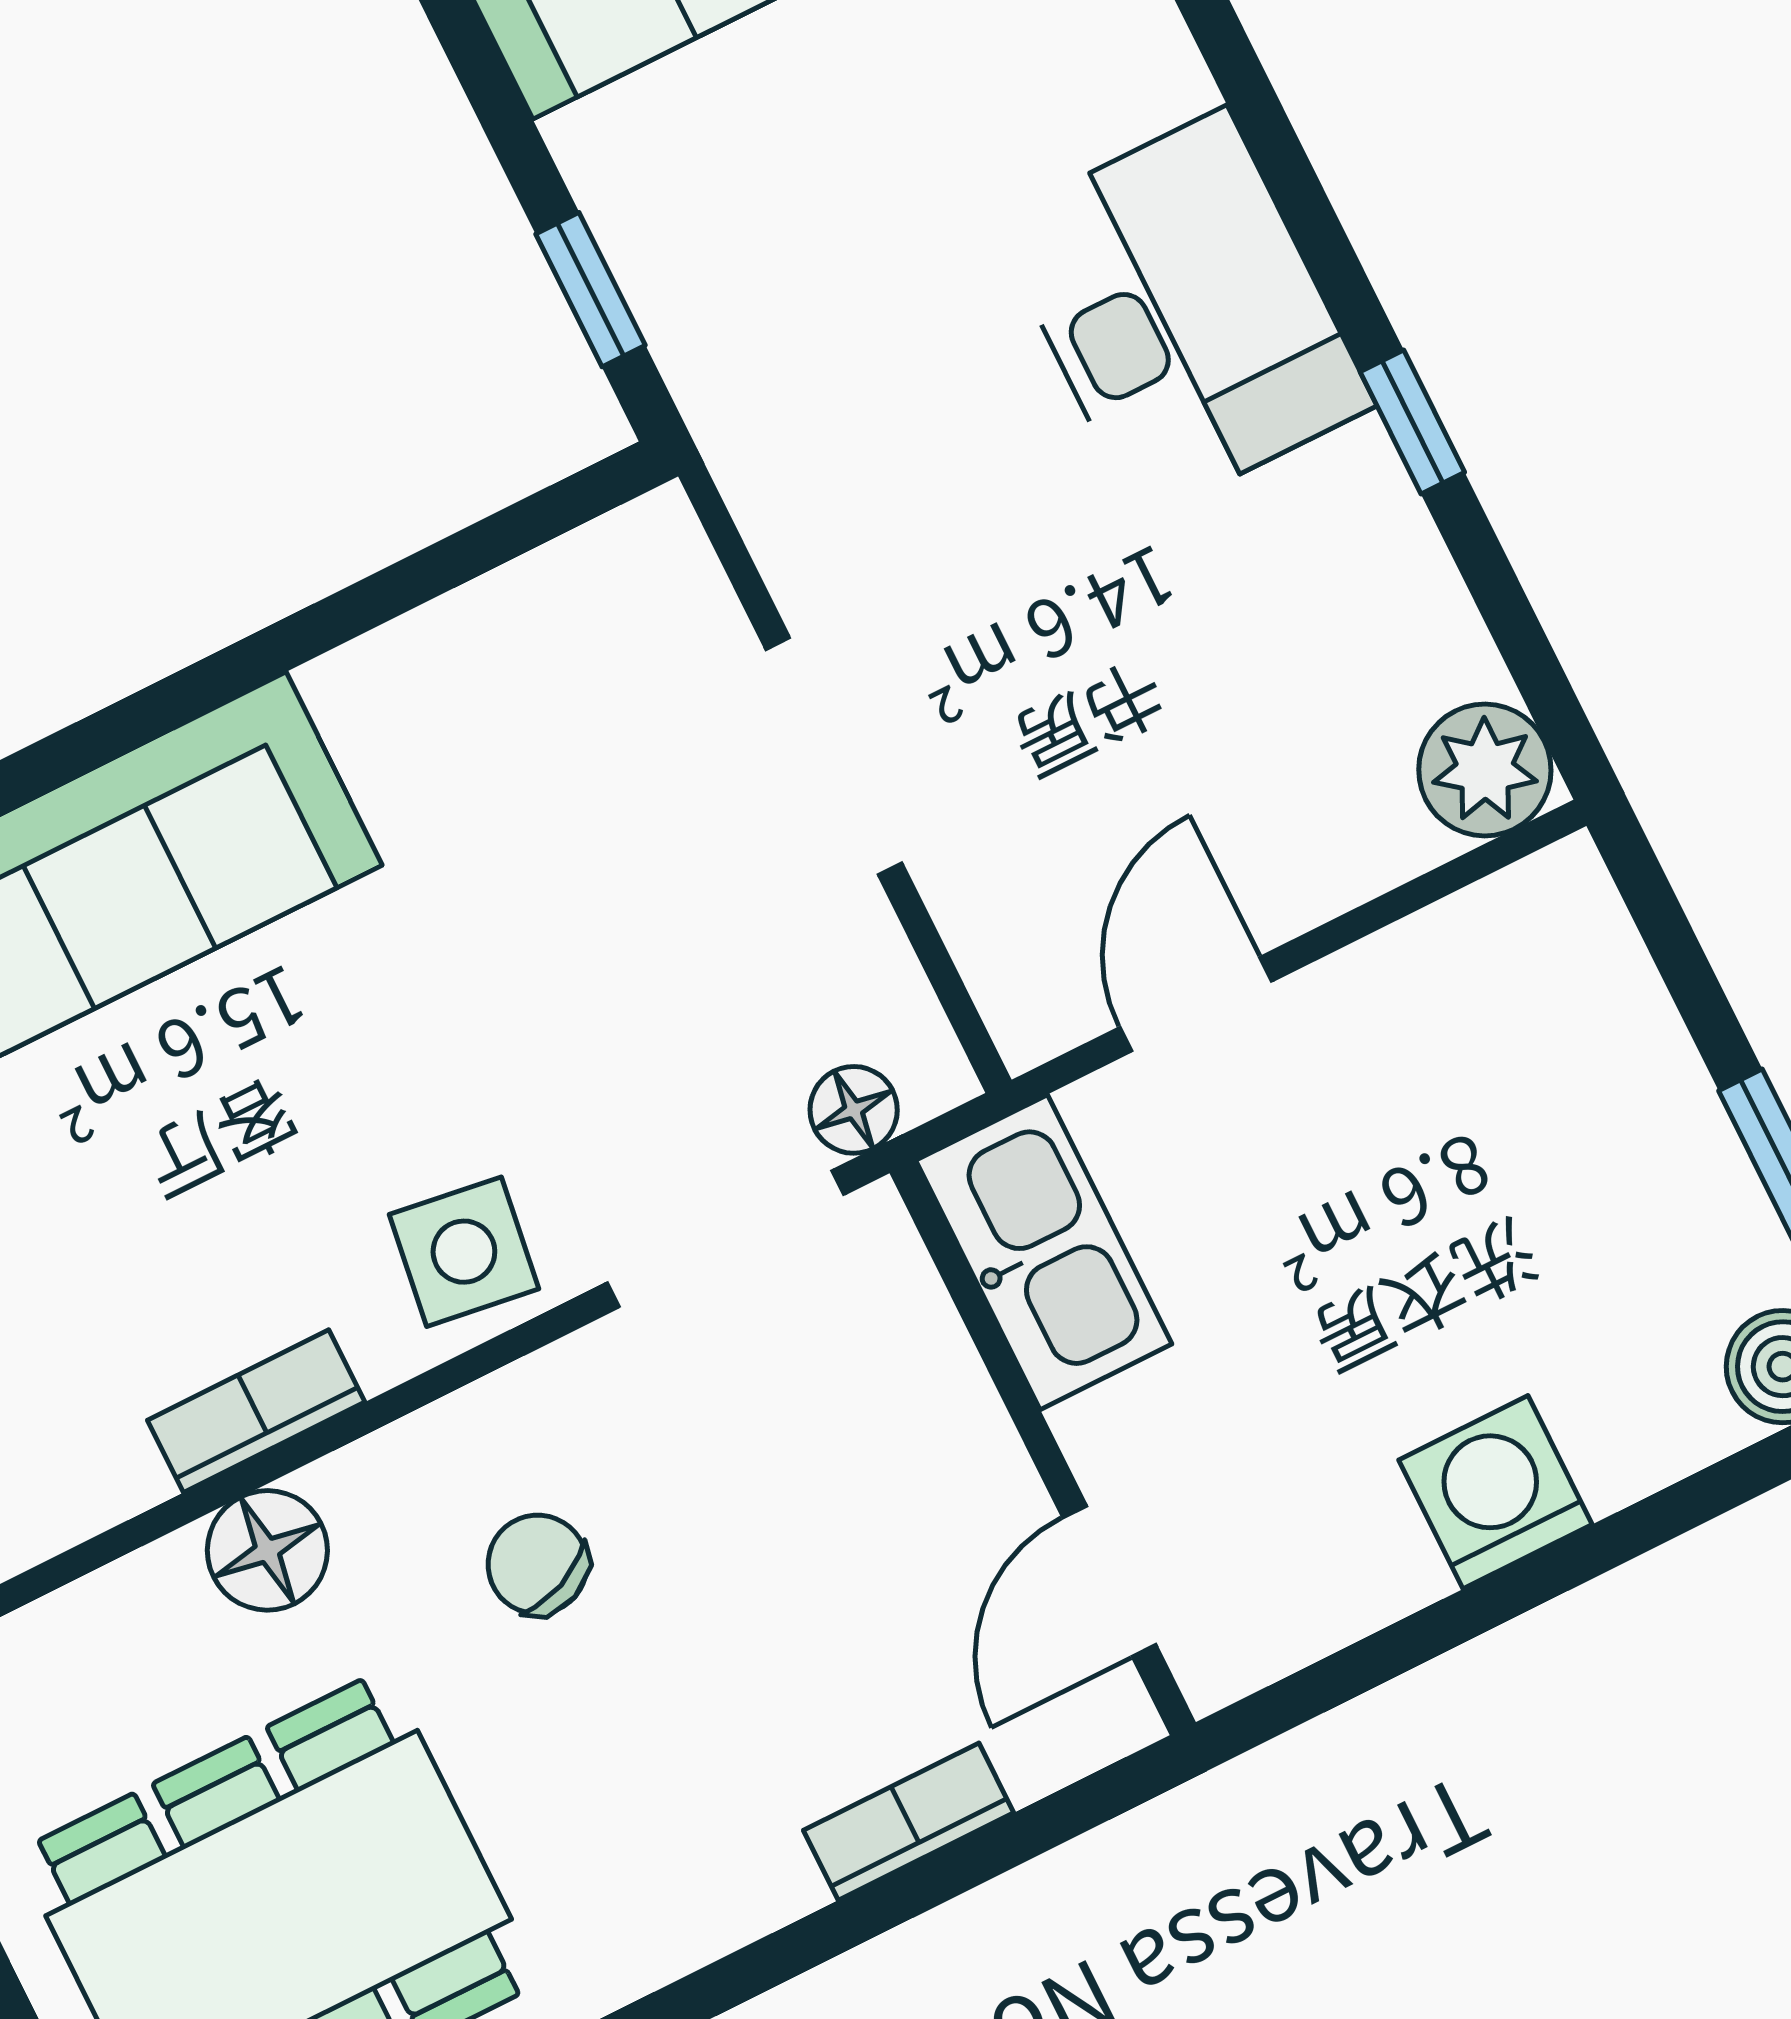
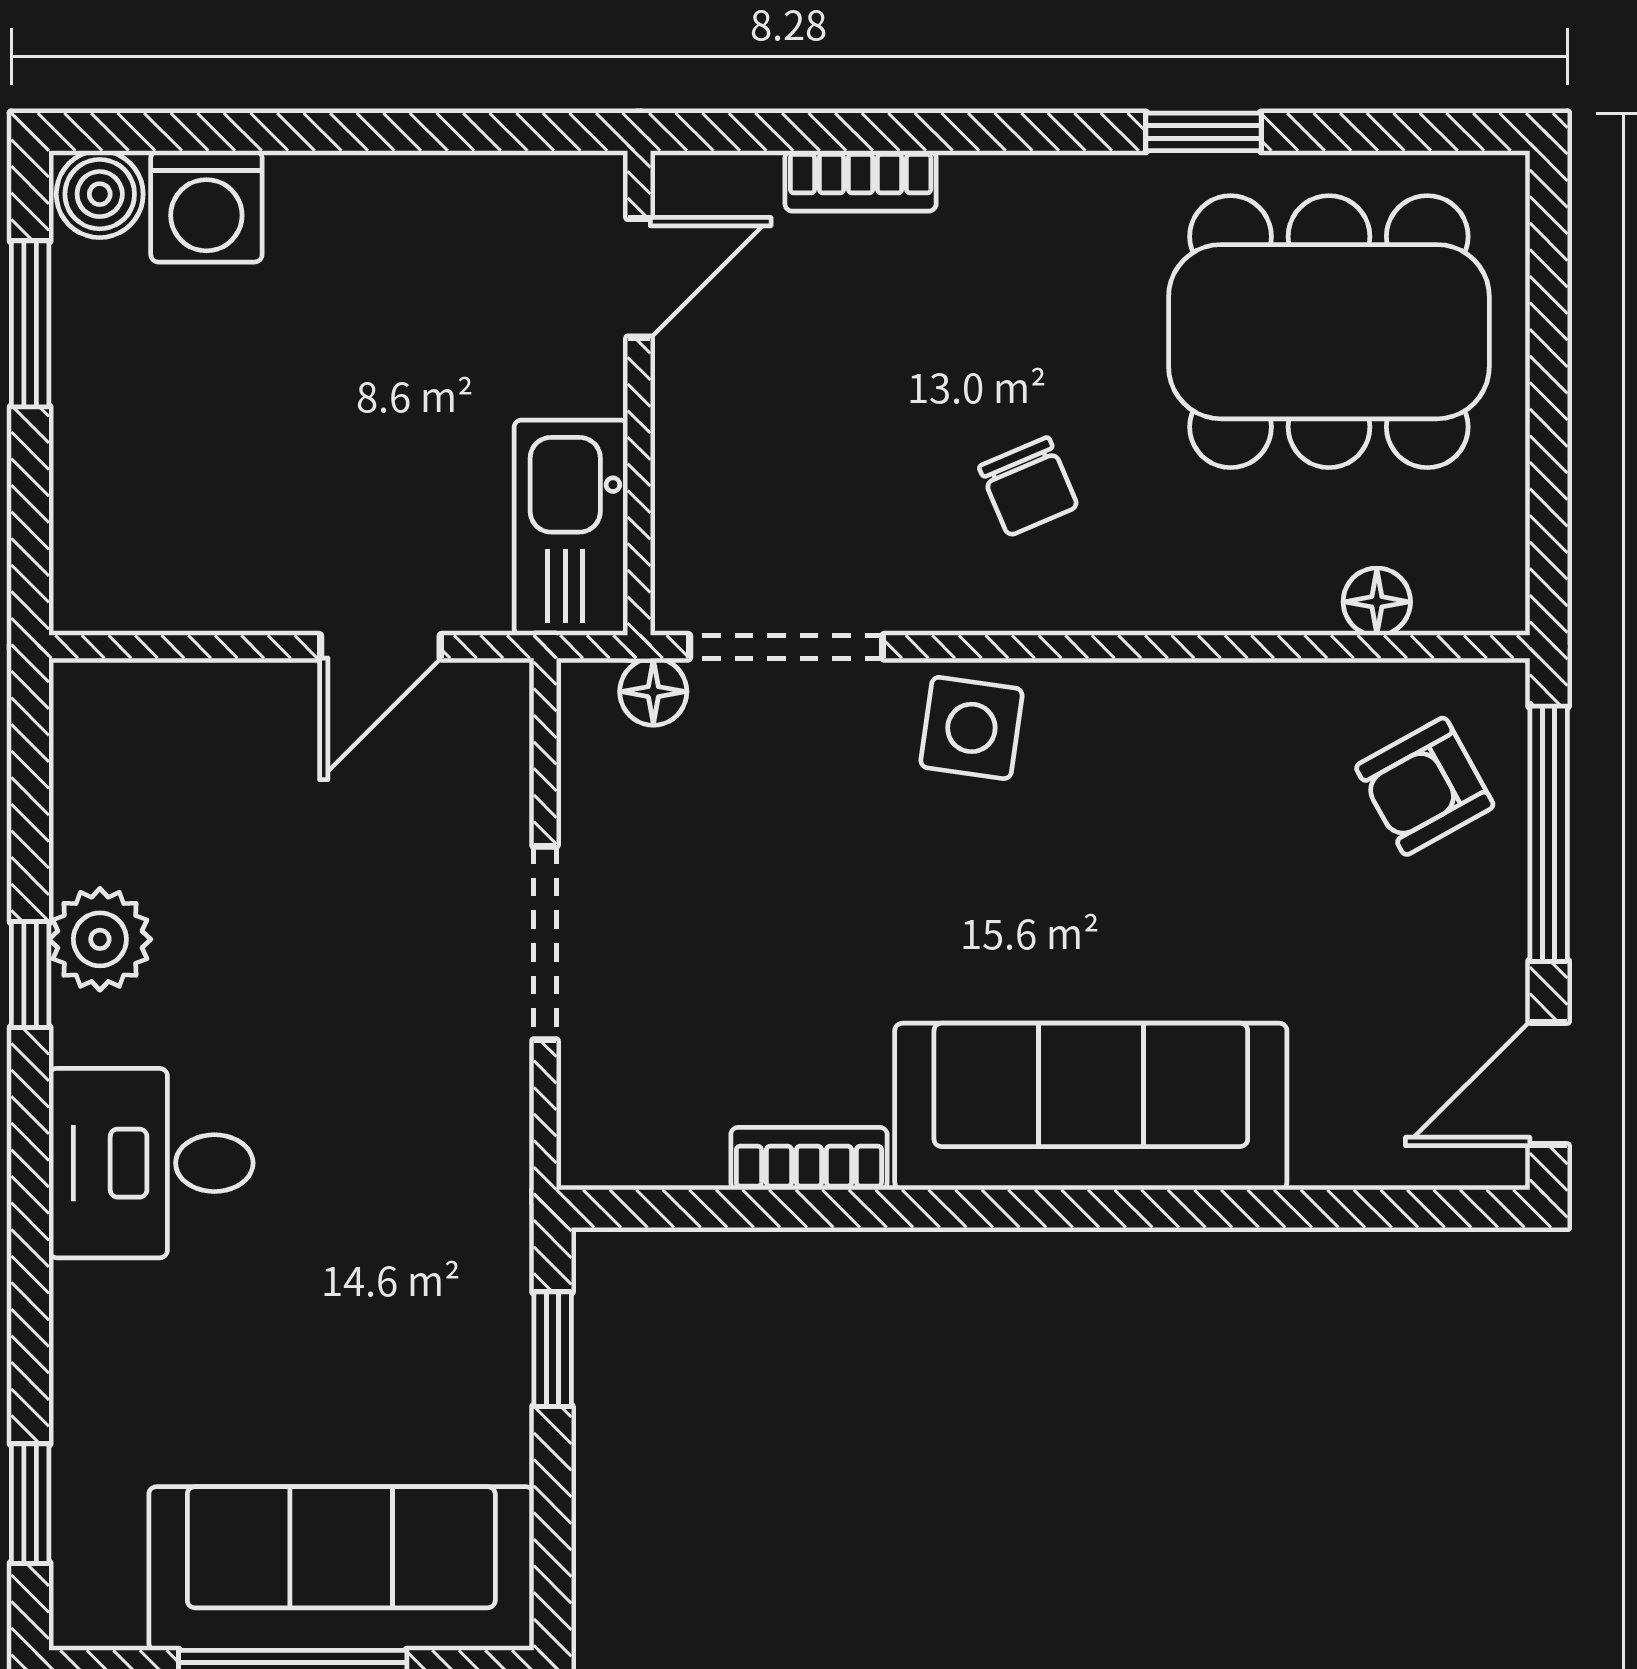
desk: (1184, 314) -> (151, 1163), width x0.73
plant: (1485, 770) -> (100, 939), moved
bookcase: (256, 1411) -> (809, 1159), moved, turned 180
washing machine: (1495, 1492) -> (206, 206), moved
floor lamp: (267, 1550) -> (1377, 602), moved, width x0.73, depth x0.73

